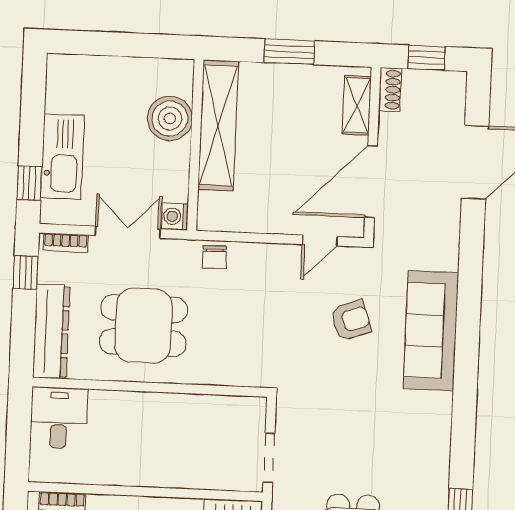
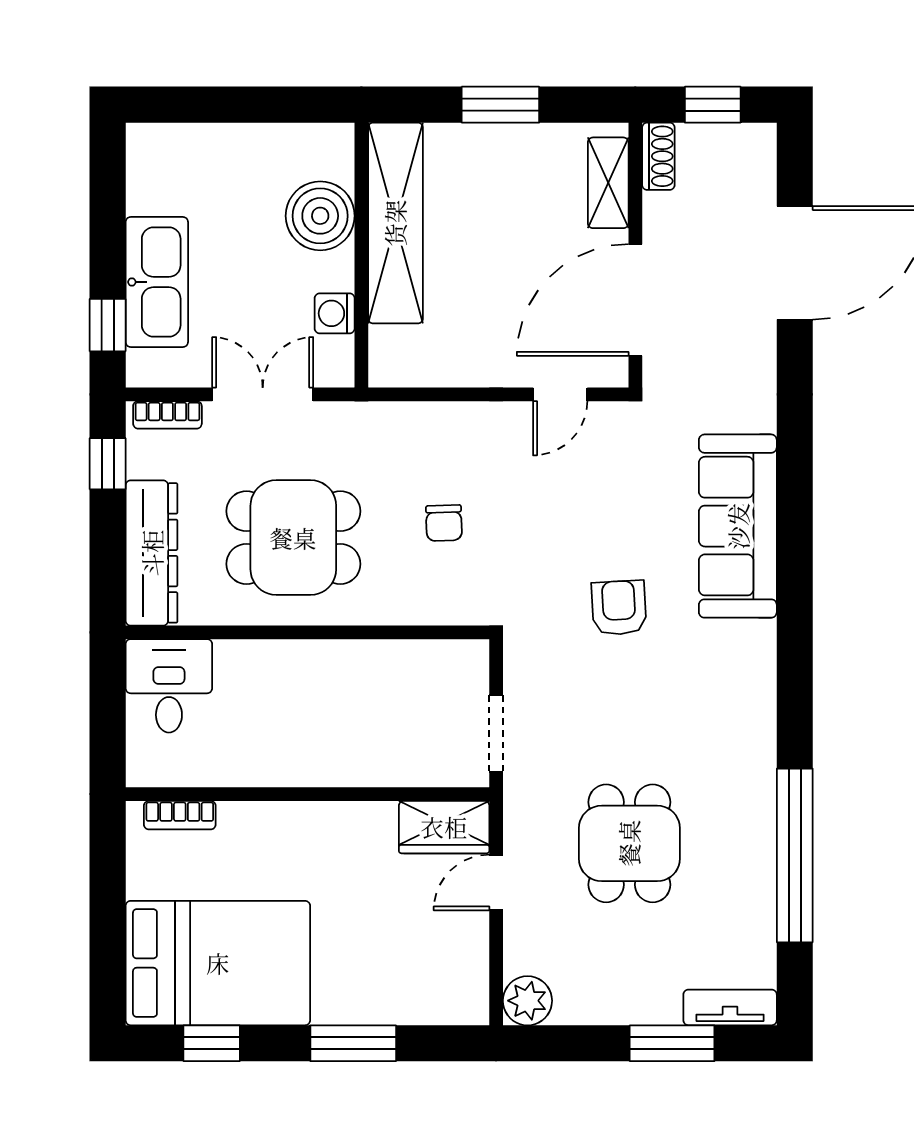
washing machine: (175, 216) -> (335, 313), moved
chair: (214, 257) -> (444, 523), moved
armchair: (351, 320) -> (619, 608), moved, turned -74

